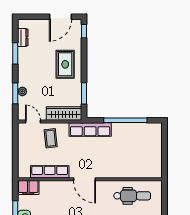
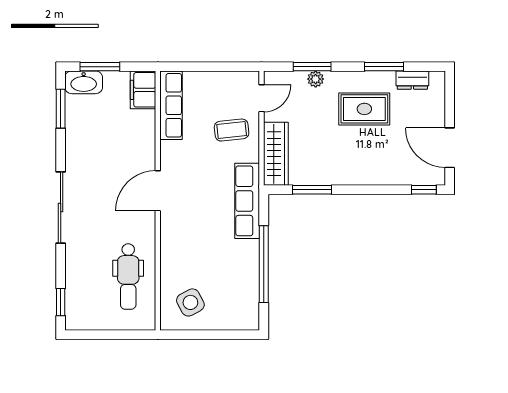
rug: (65, 64) -> (364, 109), moved
side table: (147, 161) -> (190, 302), added
row of seats: (50, 172) -> (171, 105), moved

